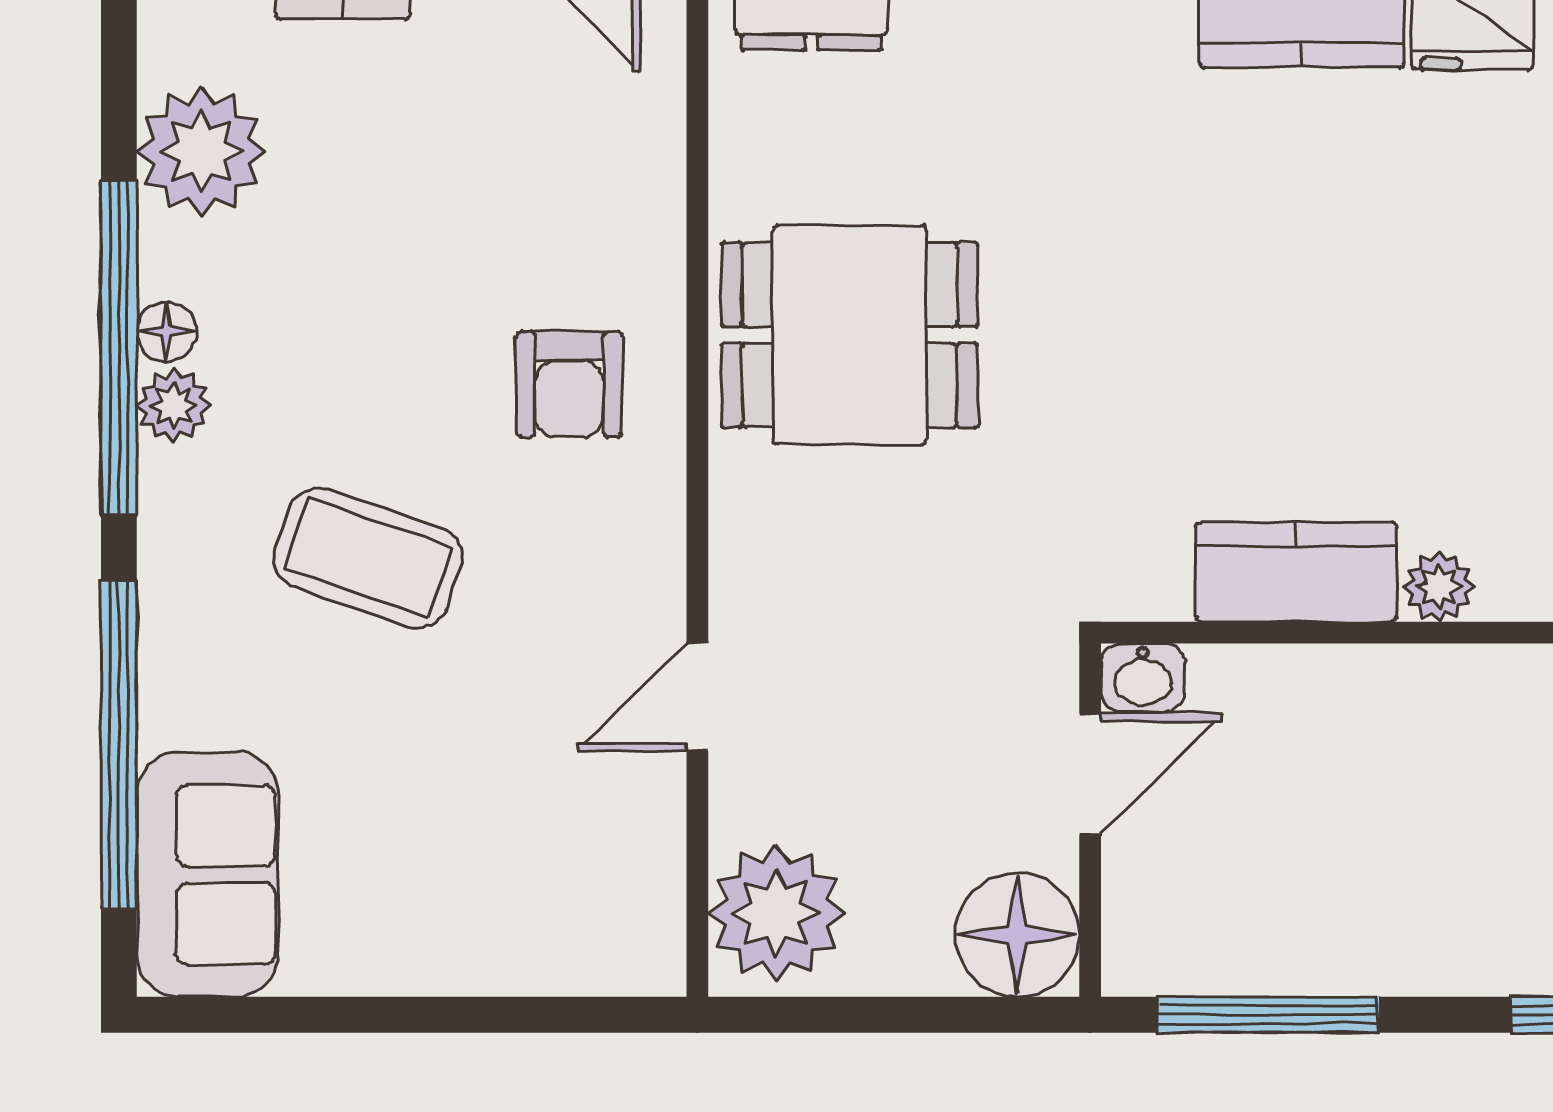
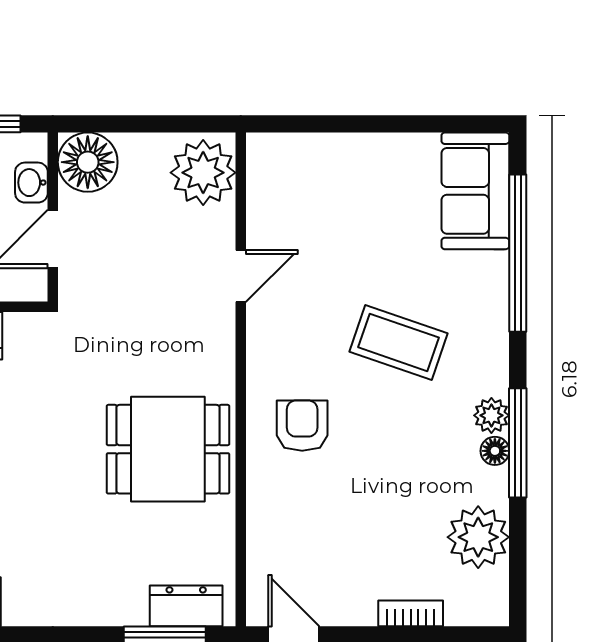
window: (119, 348) -> (518, 443), width x0.68
washbasin: (1143, 677) -> (31, 183), moved, turned -90

